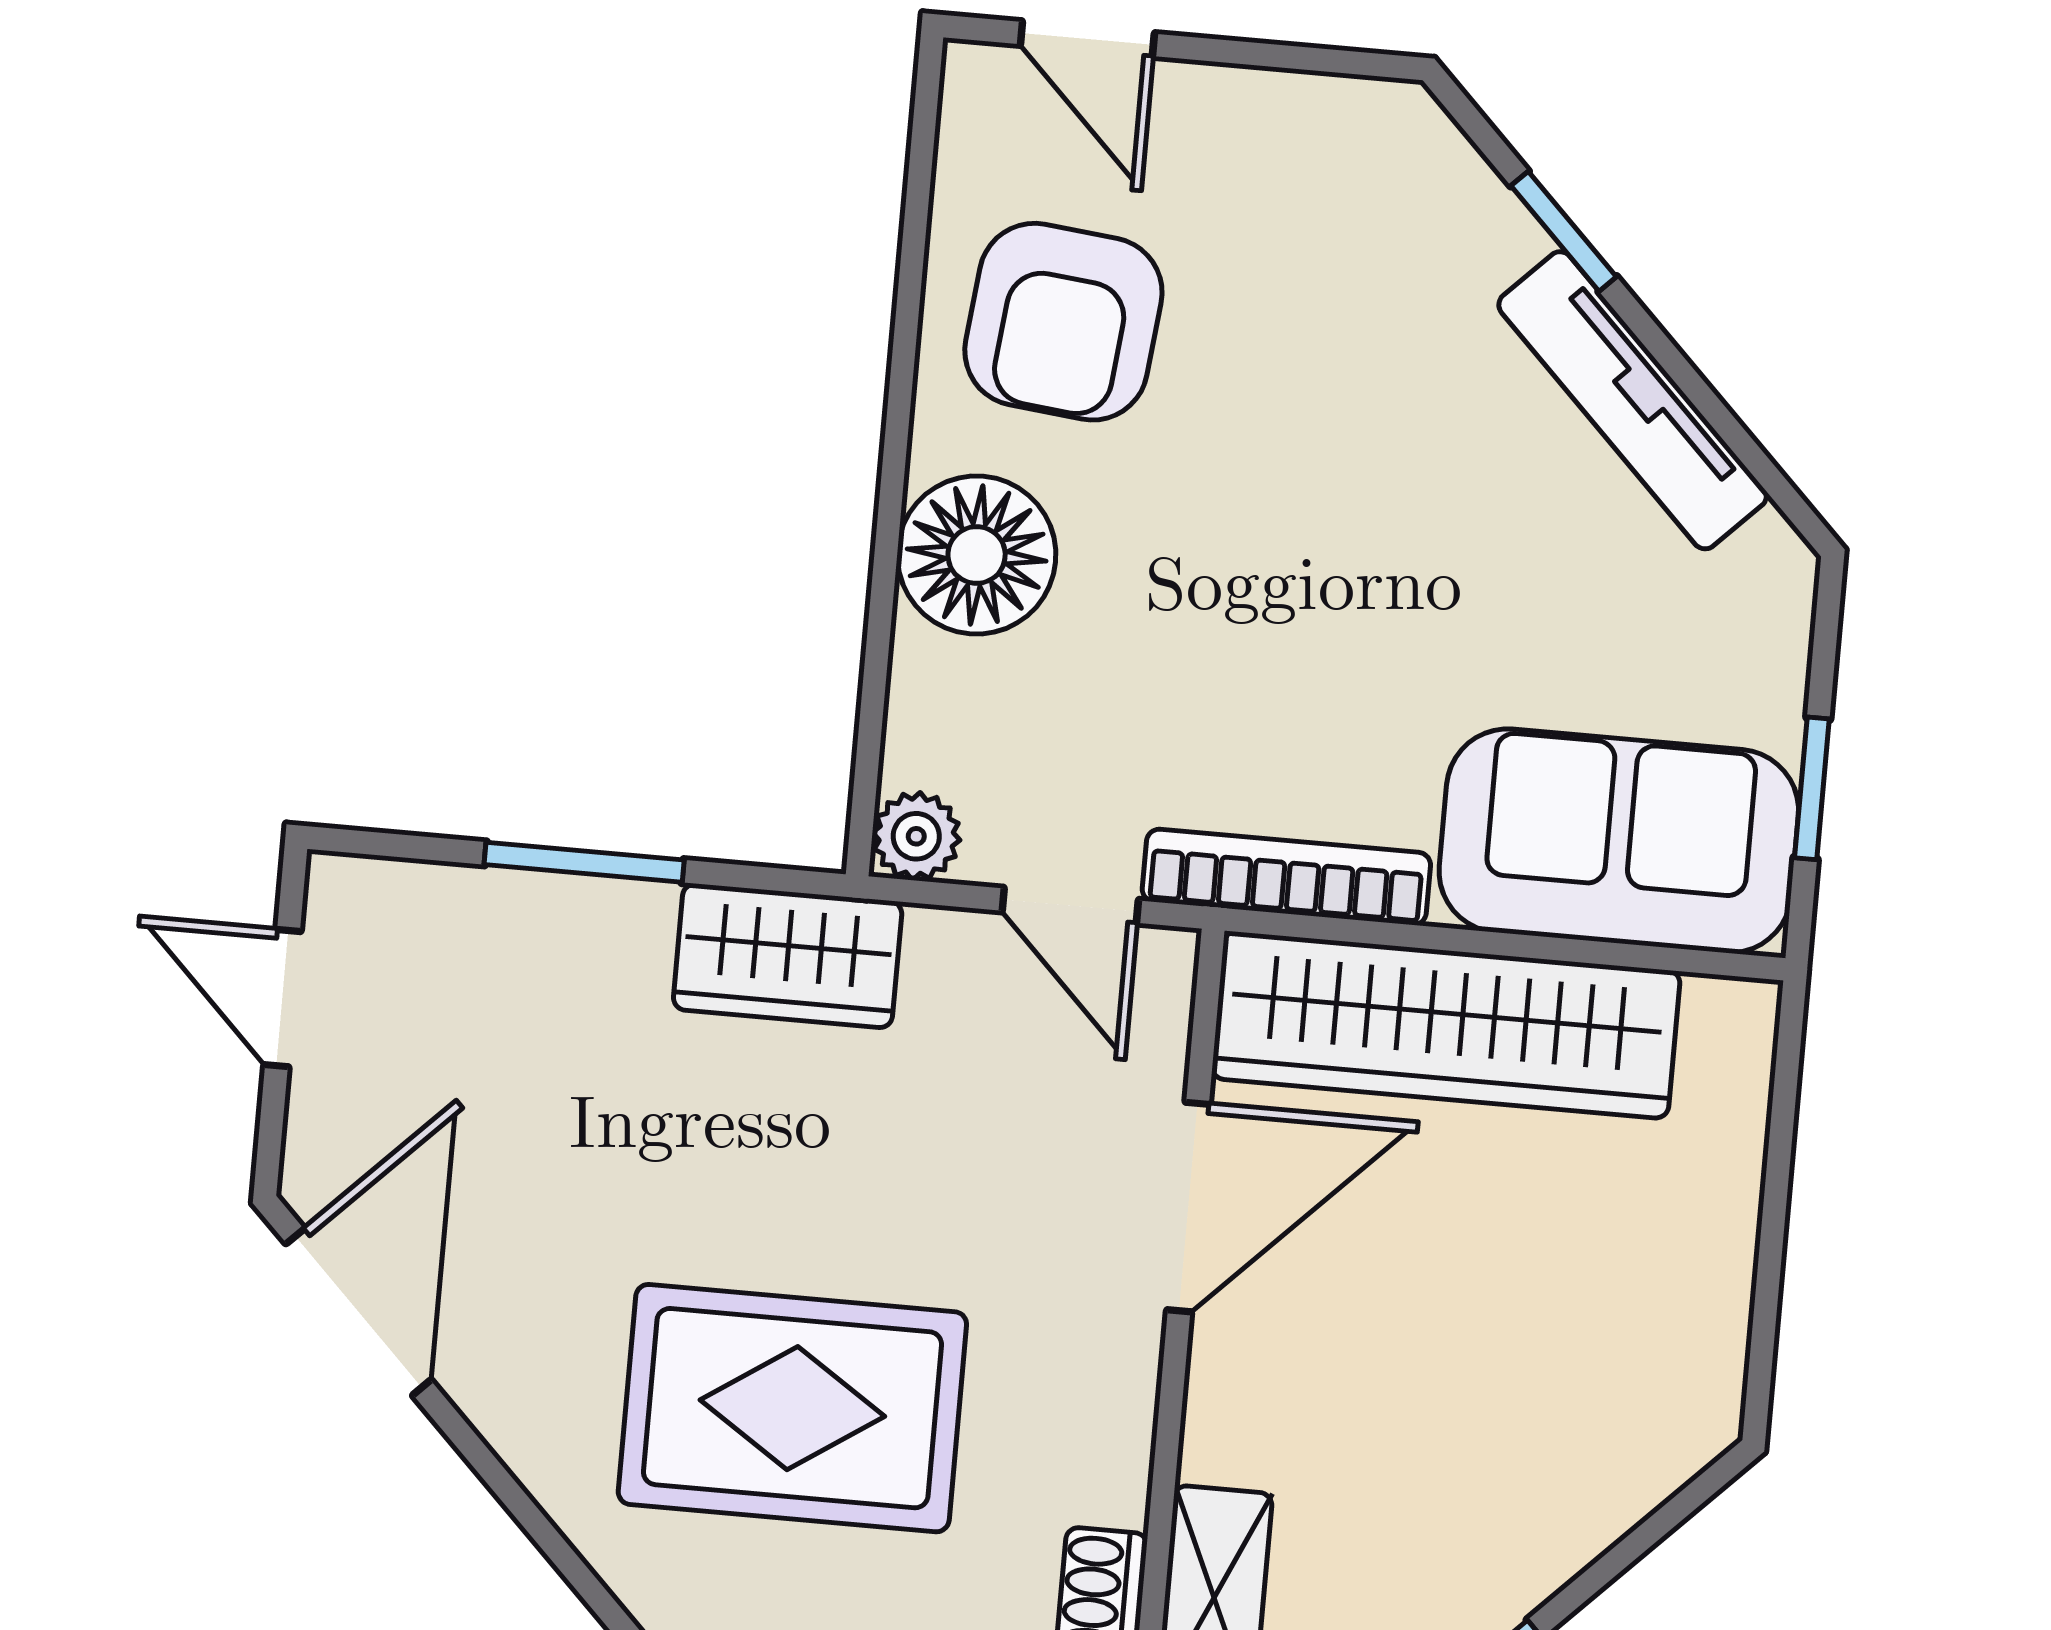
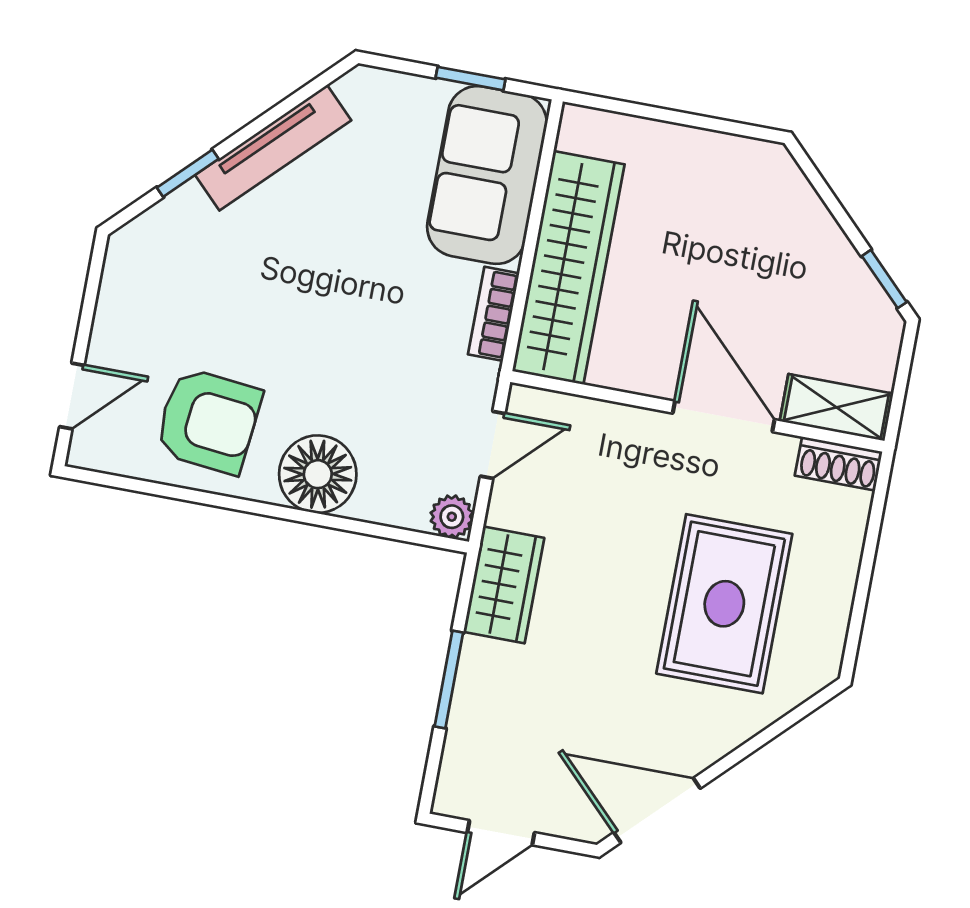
bookcase: (1286, 877) -> (494, 314), width x0.64
door: (1188, 1207) -> (724, 416), moved

